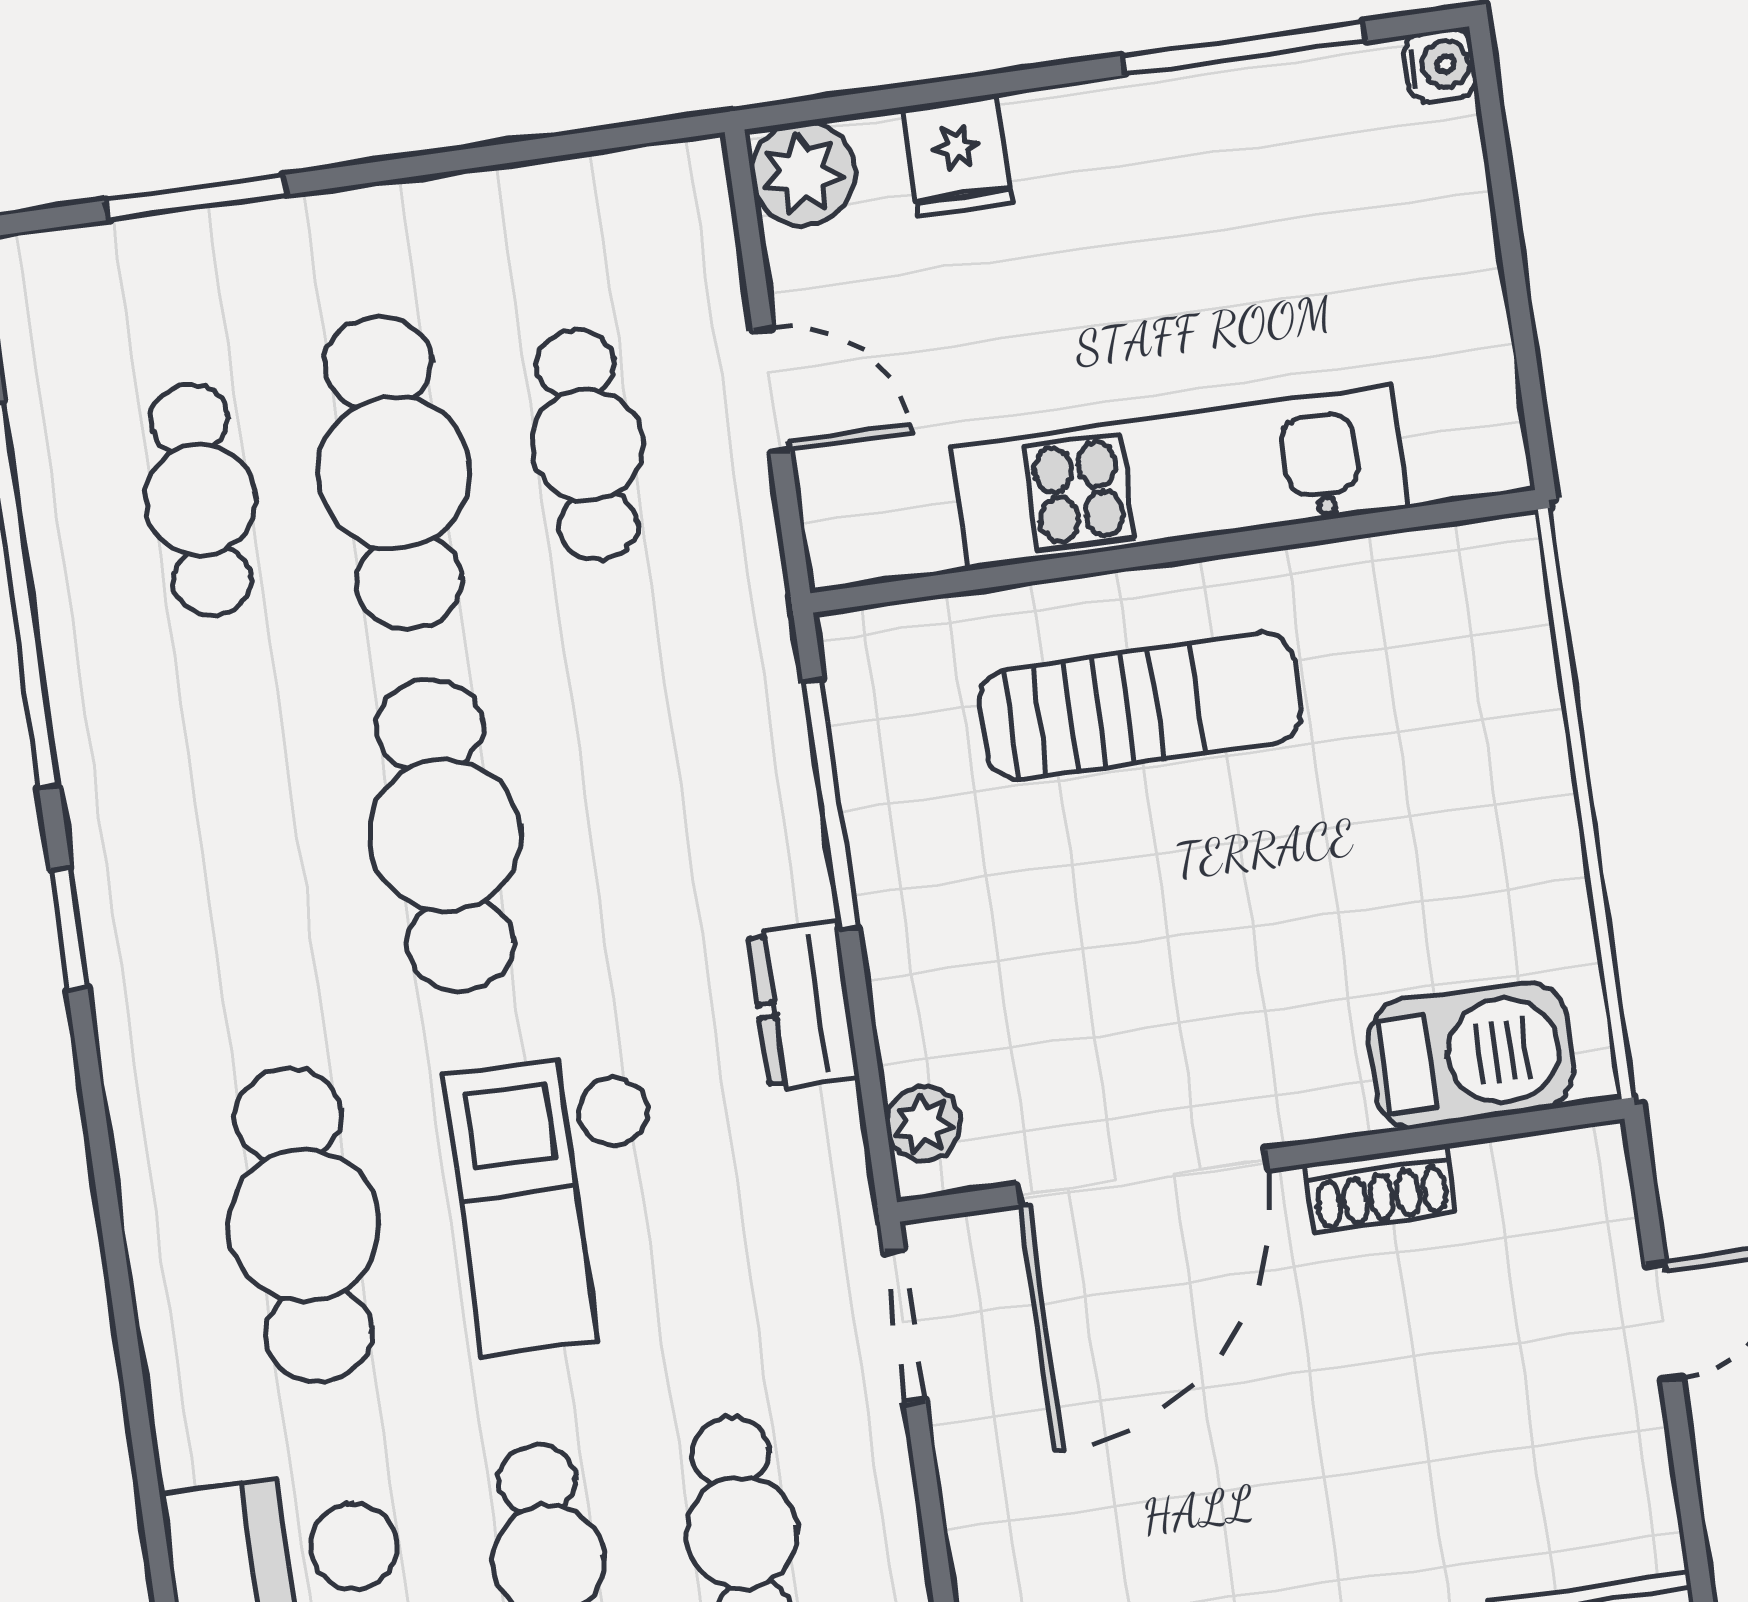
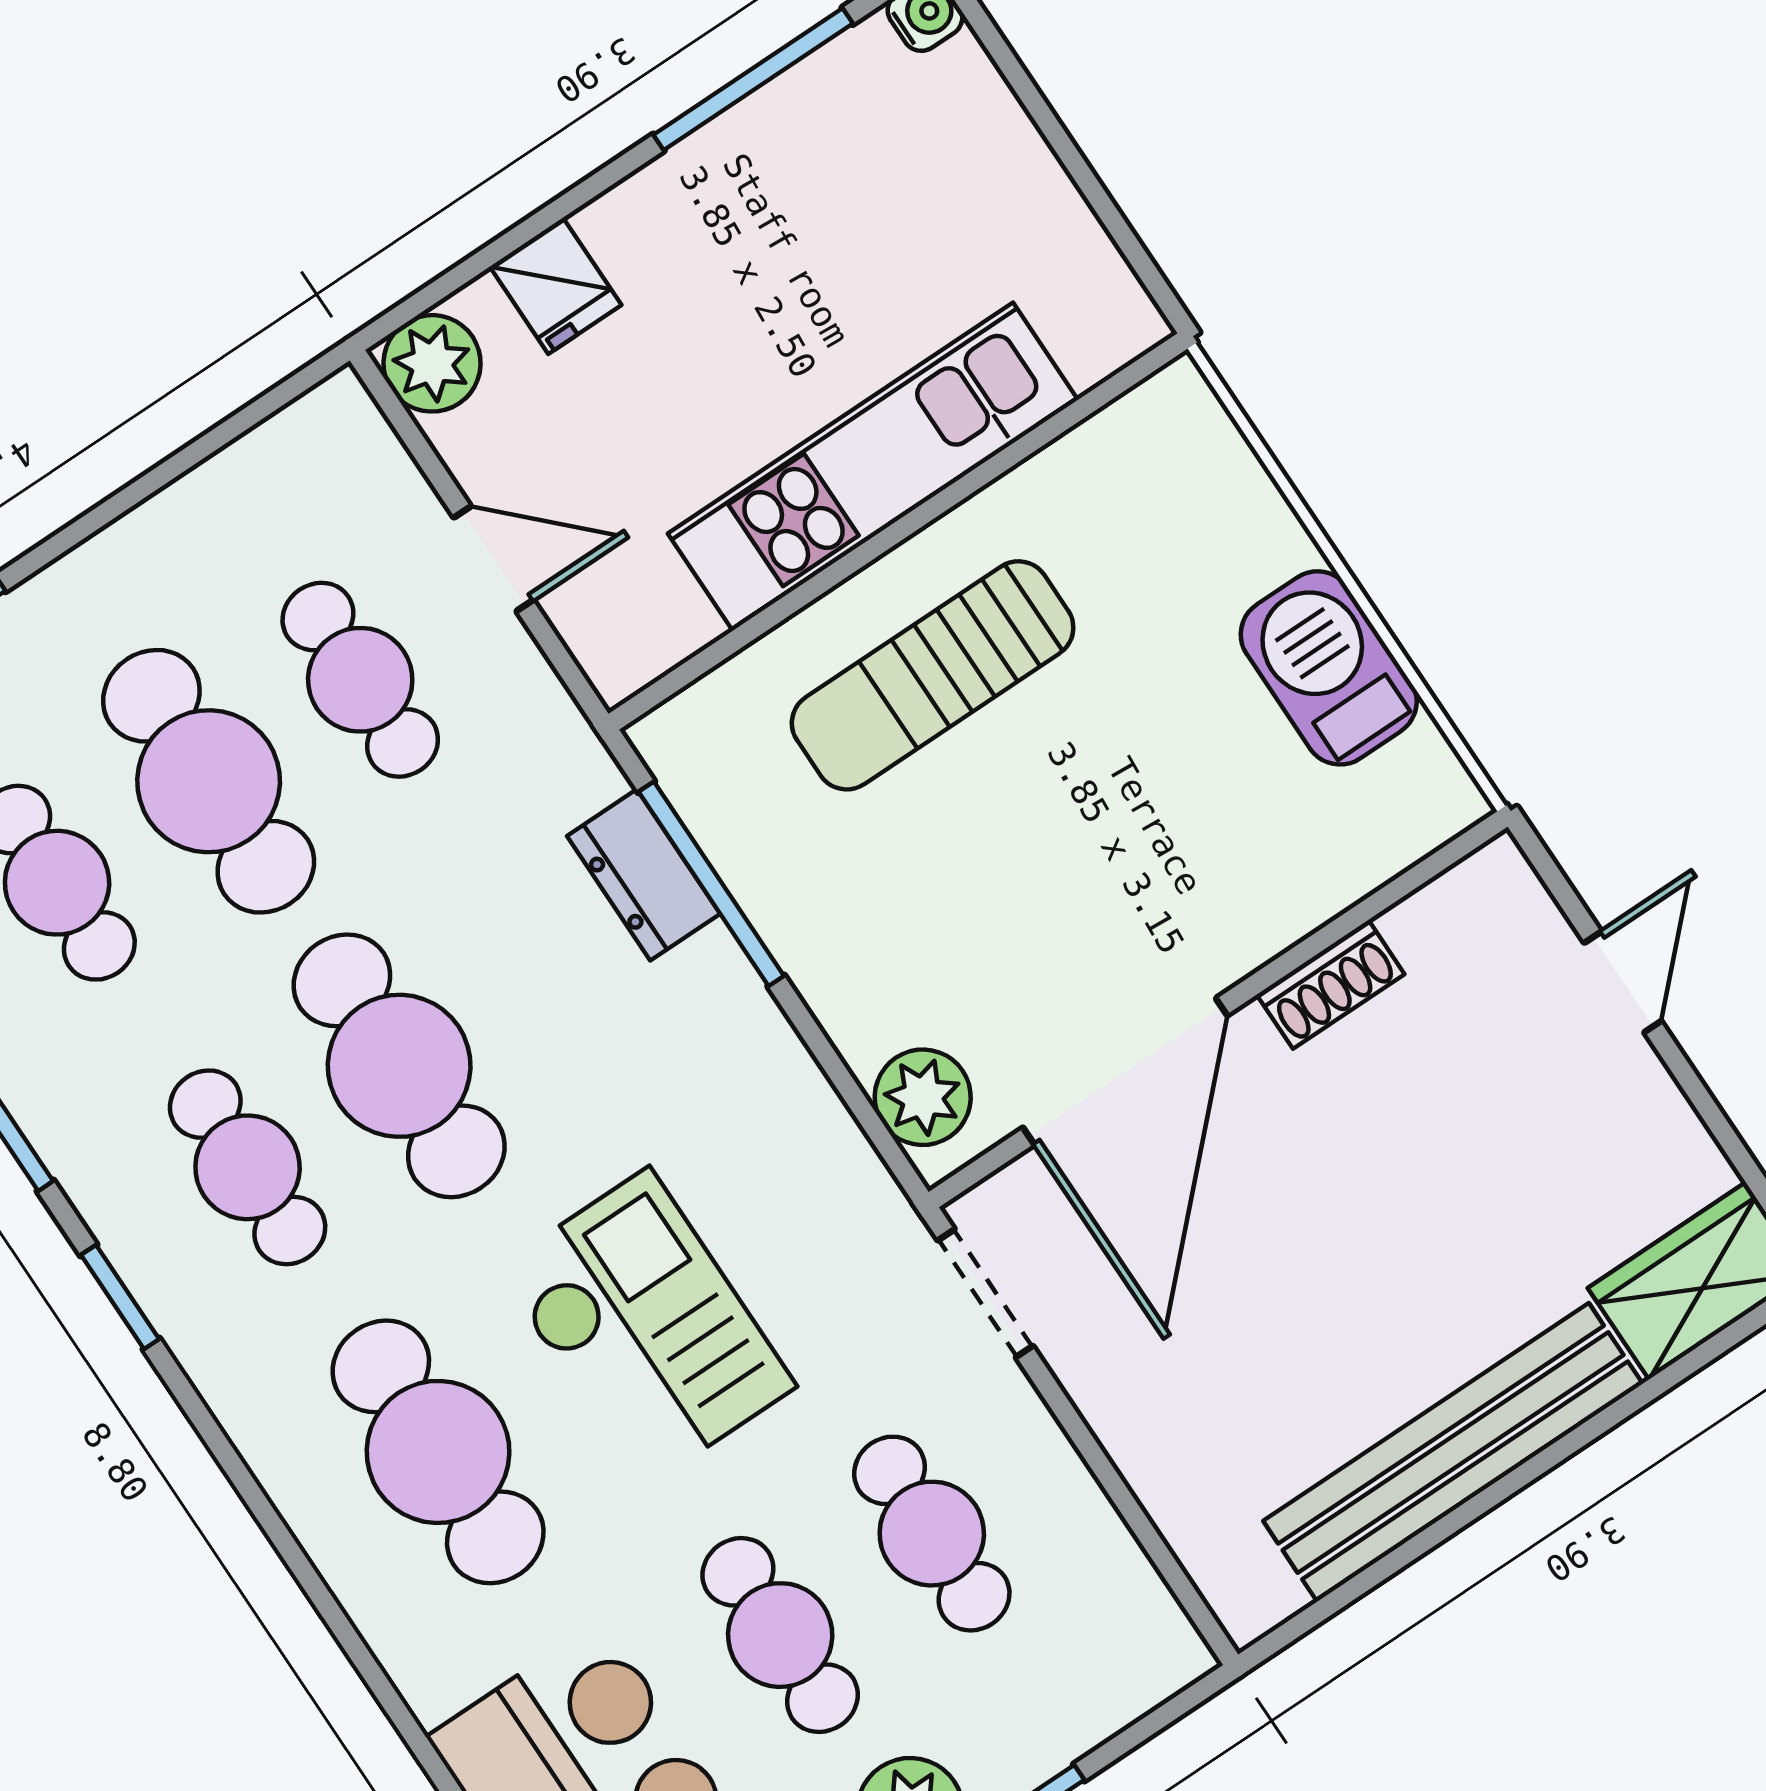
sun lounger: (1140, 706) -> (933, 675), turned 180
cafe table: (252, 863) -> (248, 1167), added
dresser: (804, 1005) -> (644, 875), moved
barbecue: (1471, 1055) -> (1329, 668), moved, turned -90
plant: (923, 1124) -> (923, 1097), width x1.38, depth x1.38
checkout: (562, 1202) -> (646, 1328), turned 180

